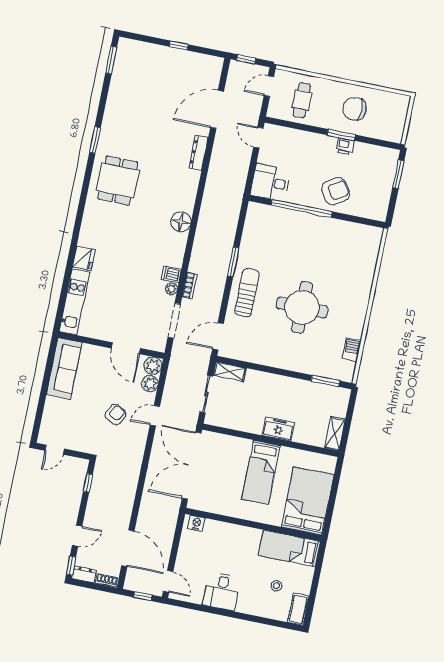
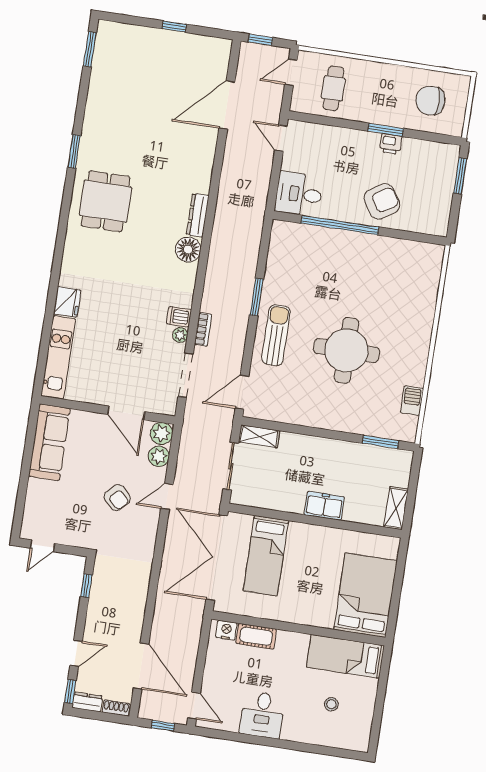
chair: (355, 109) -> (430, 100), moved
dresser: (199, 153) -> (198, 215), moved
armchair: (116, 415) -> (117, 498), turned 107
bed: (261, 472) -> (266, 556), moved
cot: (298, 609) -> (256, 636), moved, turned 90

